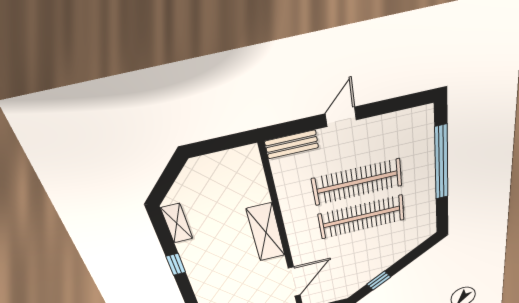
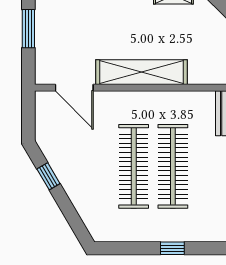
window: (441, 163) -> (172, 248), width x0.32
shelving: (266, 232) -> (141, 72), width x1.47

